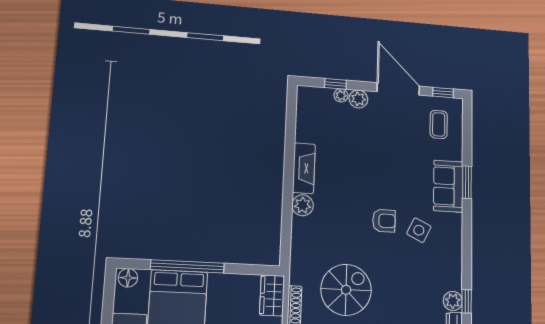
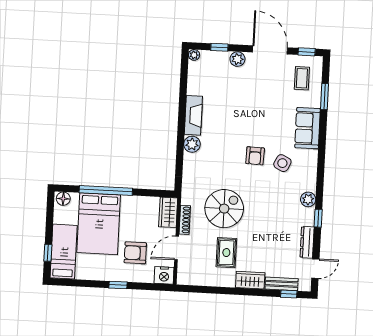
plant: (341, 95) -> (194, 55), moved
window: (467, 182) -> (324, 97), moved
armchair: (384, 221) -> (255, 156), turned 92
plant: (453, 301) -> (308, 199), moved

